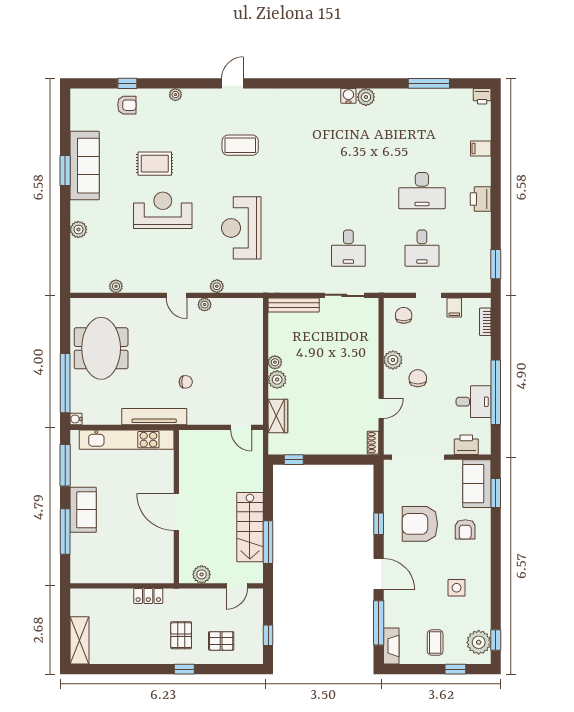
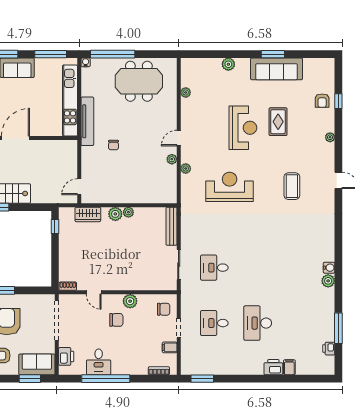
printer: (482, 96) -> (329, 349), moved
printer: (481, 199) -> (273, 367), moved

